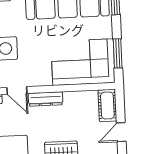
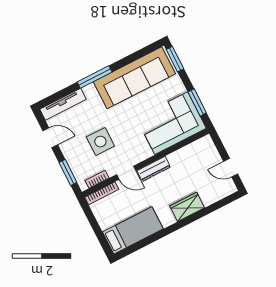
cot: (107, 106) -> (209, 151), removed
door: (121, 132) -> (231, 168), hinge flipped

